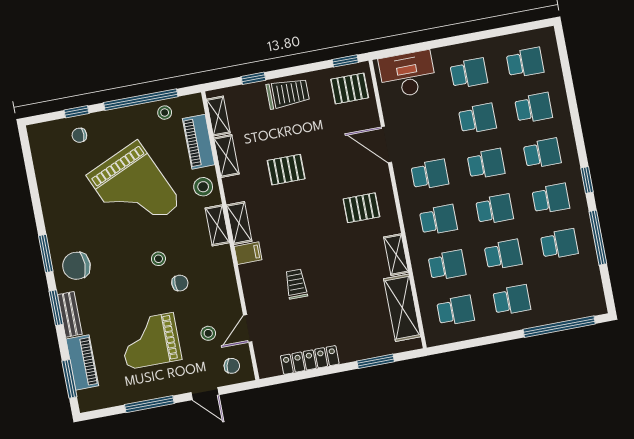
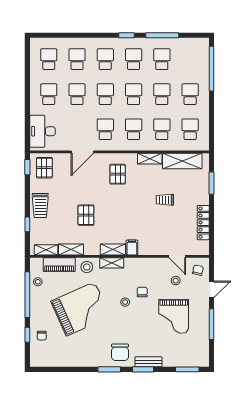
trolley: (288, 93) -> (40, 205), turned 180
trolley: (296, 284) -> (165, 200), moved
piano: (82, 362) -> (179, 360), removed

